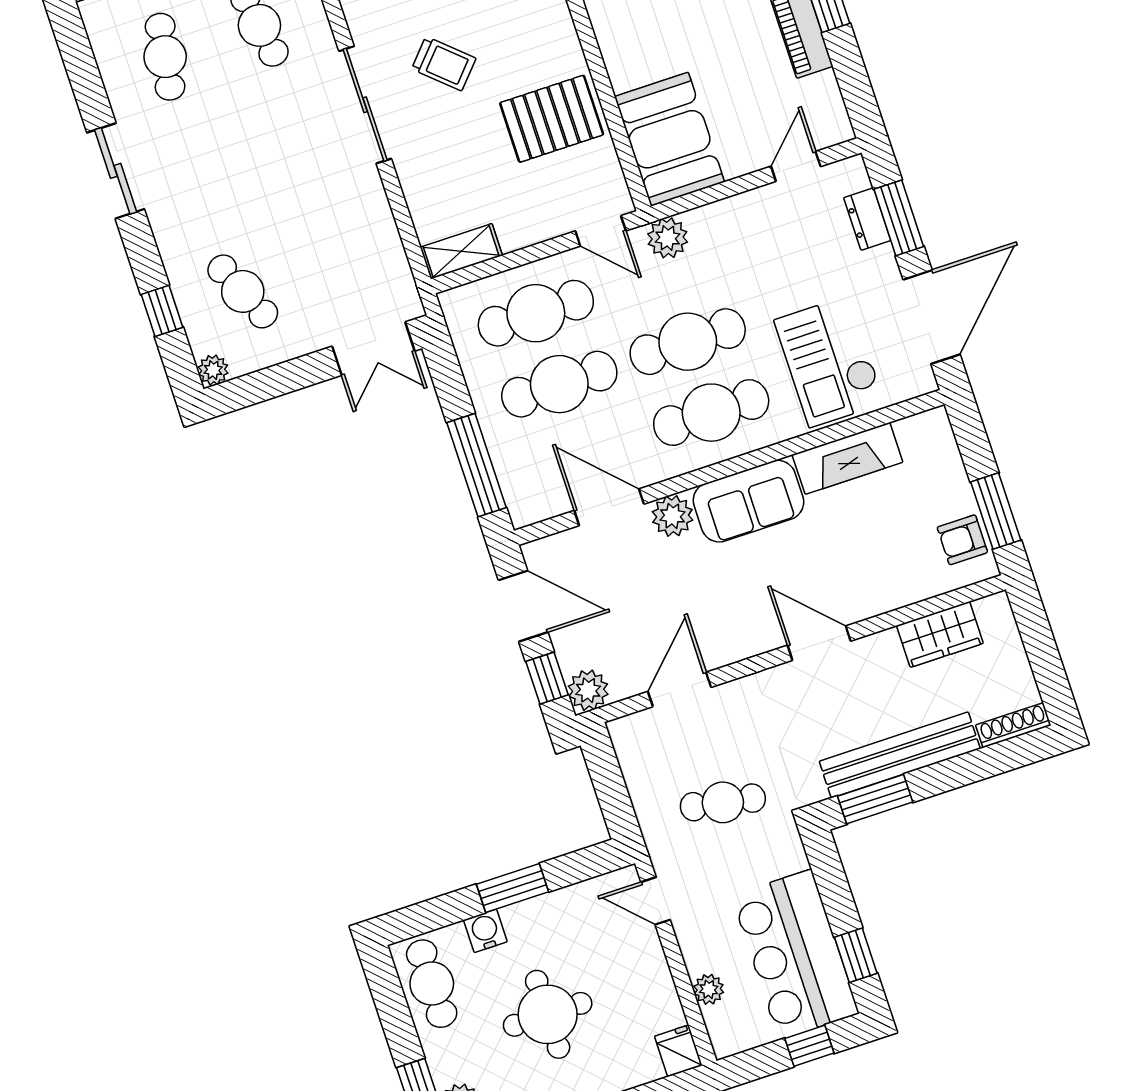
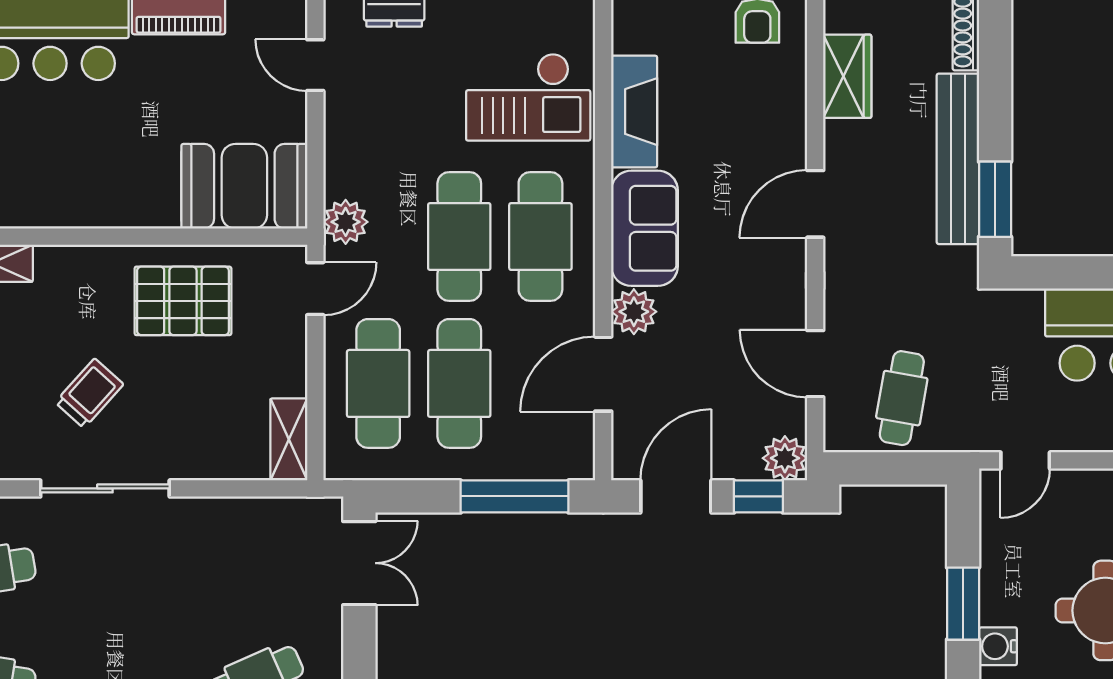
pallet: (552, 119) -> (183, 301), turned 90
cafe table: (723, 802) -> (902, 398), moved

